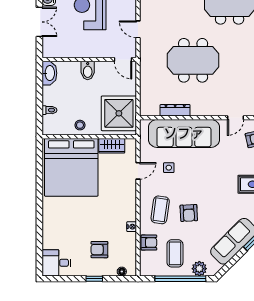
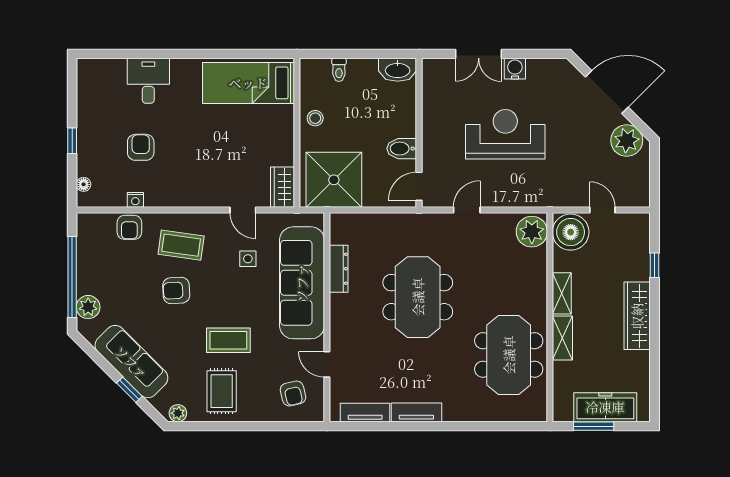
bidet: (88, 70) -> (402, 149), moved
wardrobe: (112, 146) -> (282, 187), moved
bed: (71, 167) -> (248, 83), width x0.49
nightstand: (132, 227) -> (135, 200), moved
armchair: (99, 250) -> (141, 147), moved
coffee table: (175, 253) -> (228, 340), moved
desk: (56, 263) -> (148, 81), moved

